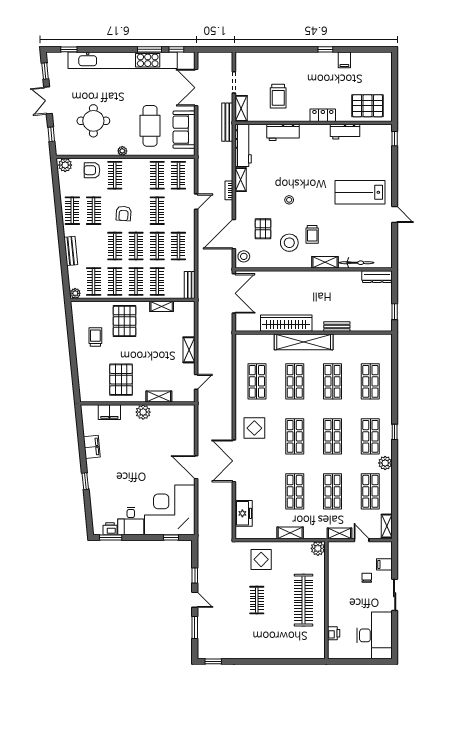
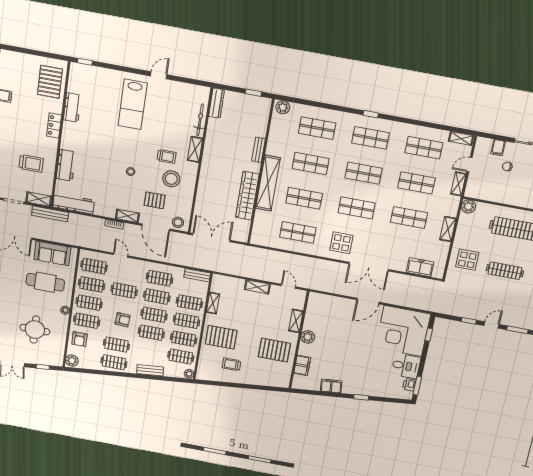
clothes rail: (136, 175) -> (89, 303), added
shelving: (241, 180) -> (127, 216), moved
plant: (385, 463) -> (283, 107), moved
clothes rail: (257, 600) -> (505, 271), width x1.36

